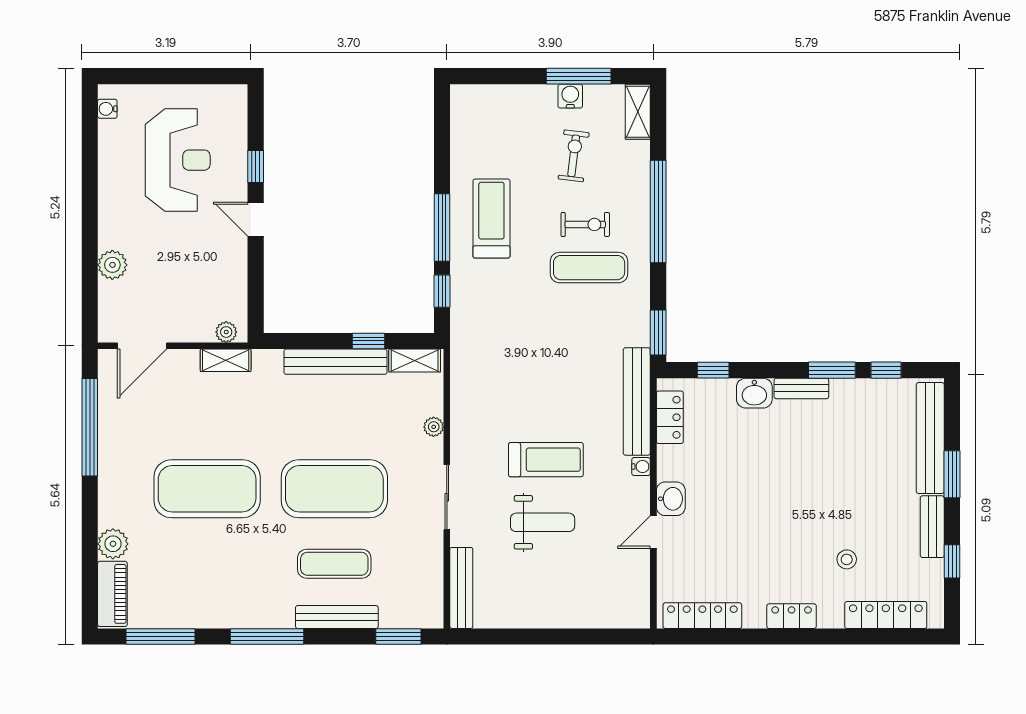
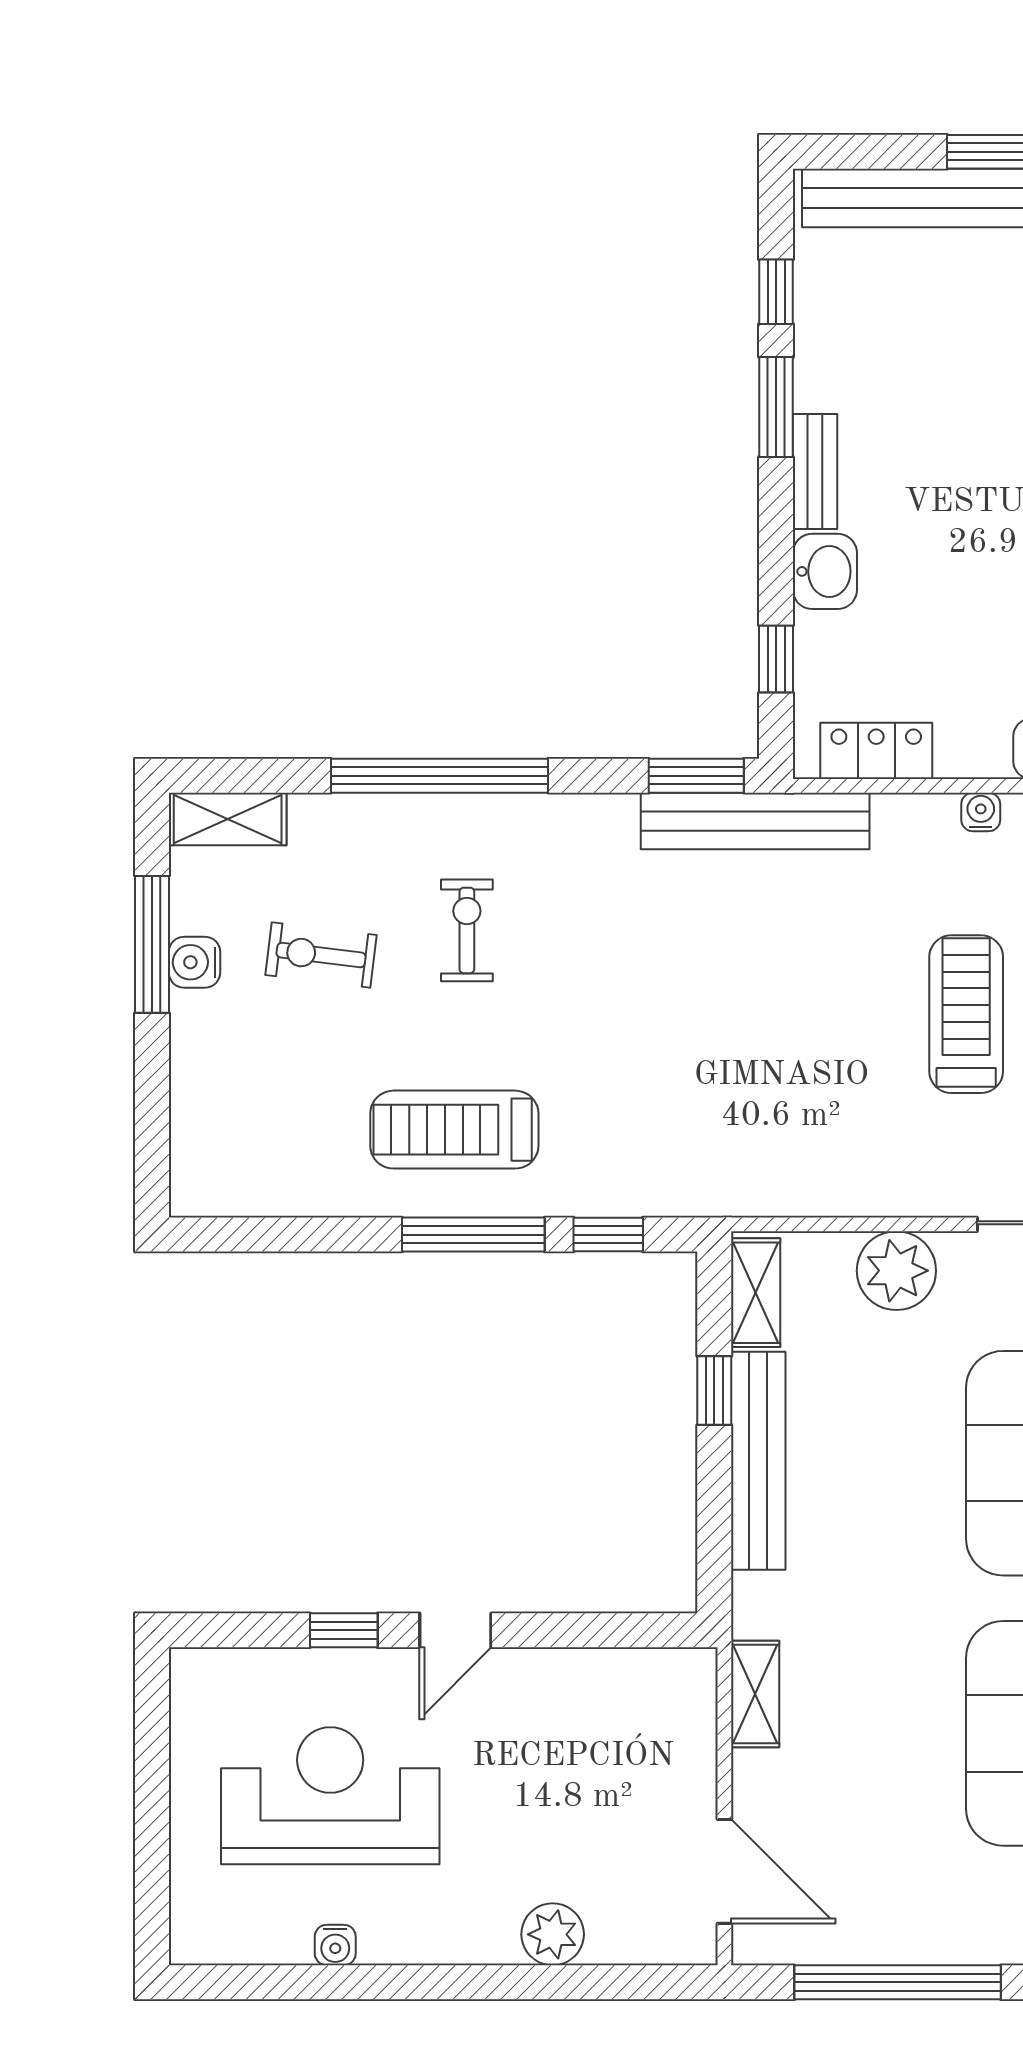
water cooler: (107, 109) -> (335, 1945), moved
exercise mat: (589, 268) -> (558, 922), removed
plant: (226, 332) -> (695, 1693), removed
bench: (637, 401) -> (755, 821), moved
plant: (434, 427) -> (896, 1271), width x1.88, depth x1.88

